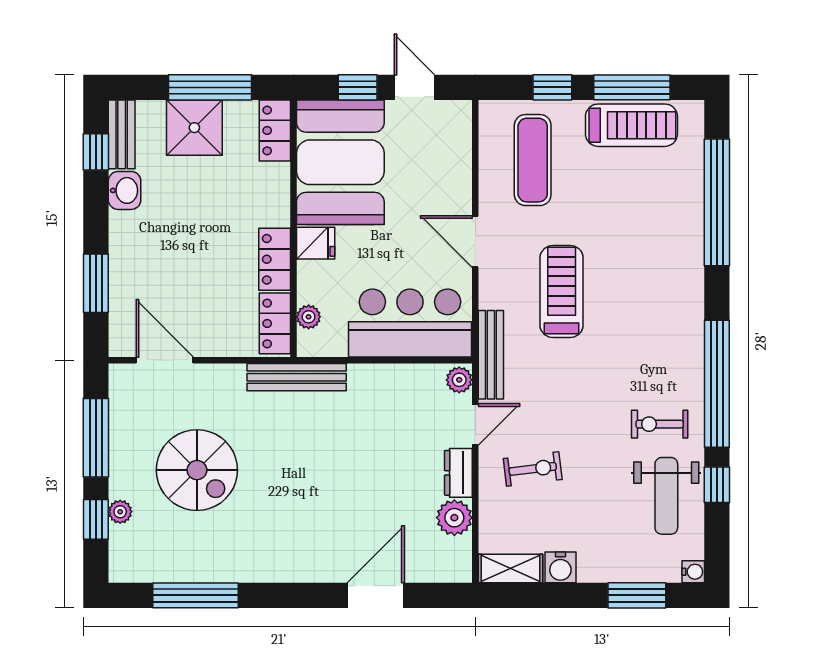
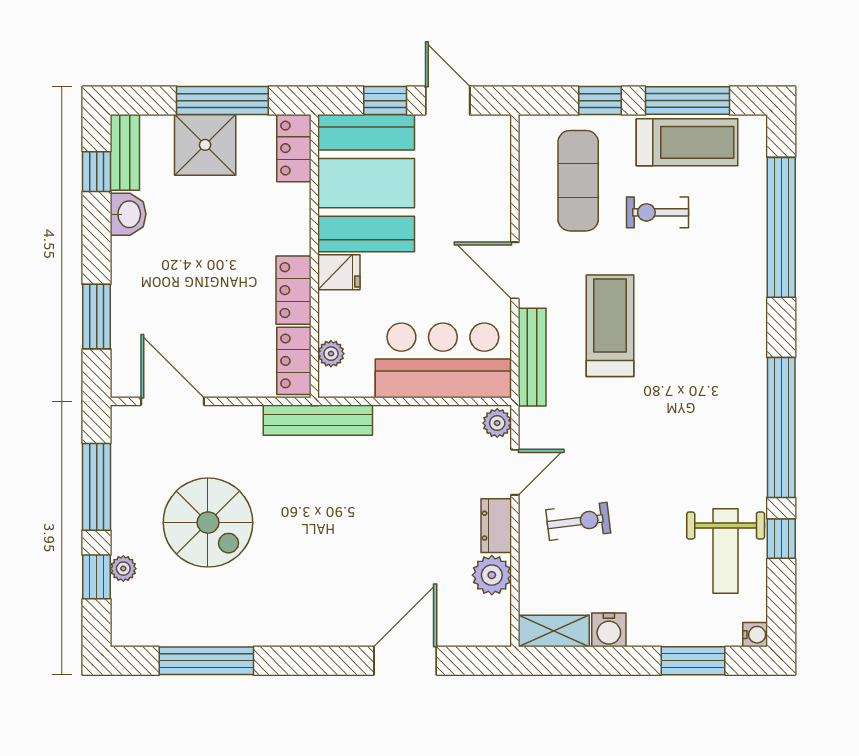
bench: (491, 355) -> (532, 357), moved
exercise bike: (660, 424) -> (658, 212), moved

